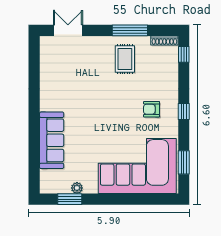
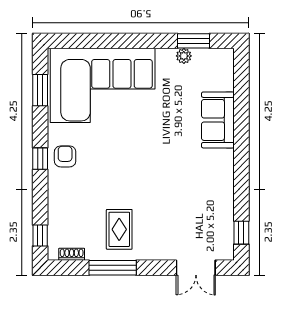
shoe rack: (164, 40) -> (72, 254), width x0.70
window: (34, 57) -> (241, 233), added
armchair: (152, 109) -> (65, 156), moved, turned -90
sofa: (52, 140) -> (218, 120), width x0.73

